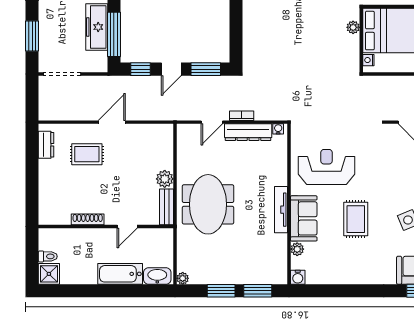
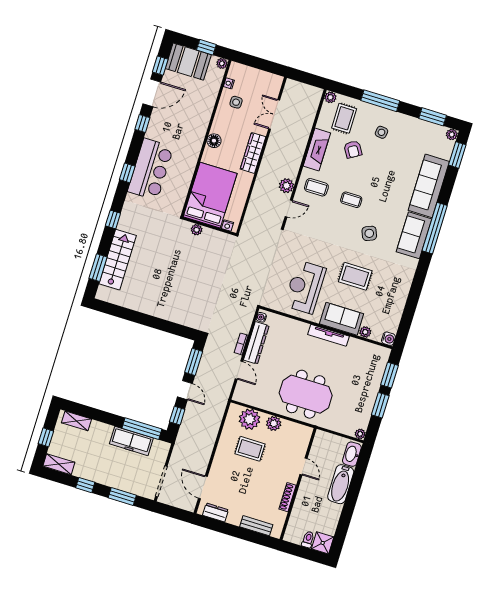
door: (112, 122) -> (203, 487), moved
plant: (161, 151) -> (250, 419), added
rug: (87, 154) -> (250, 449), moved, turned 90
bench: (166, 207) -> (256, 526), moved

